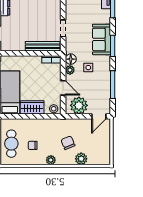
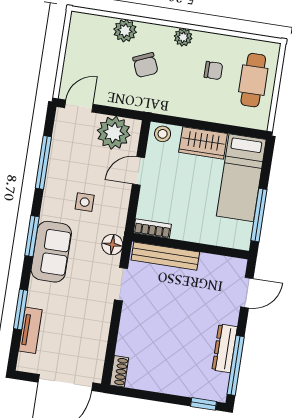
floor lamp: (71, 59) -> (112, 245), moved
plant: (70, 70) -> (120, 203), removed
door: (63, 88) -> (139, 171), hinge flipped

